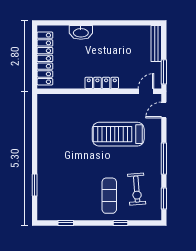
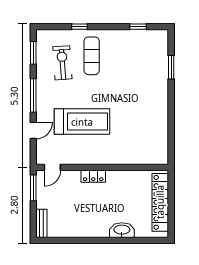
bench: (156, 44) -> (41, 223), width x0.73
locker: (102, 83) -> (93, 176), width x0.66
door: (164, 110) -> (33, 130), moved

